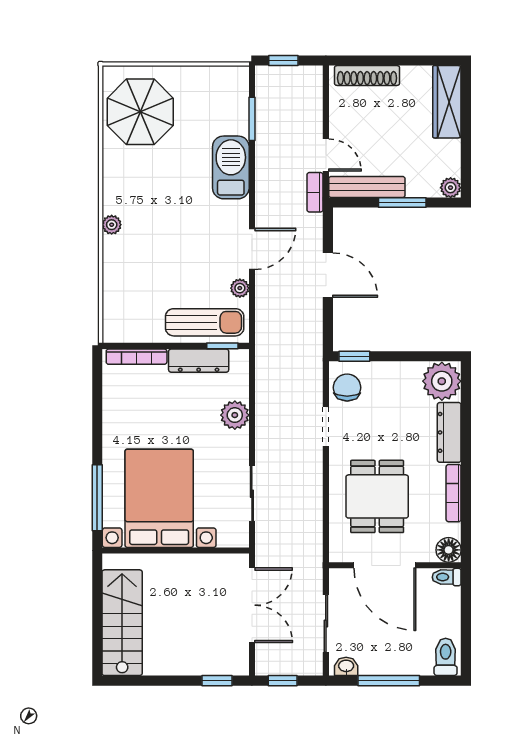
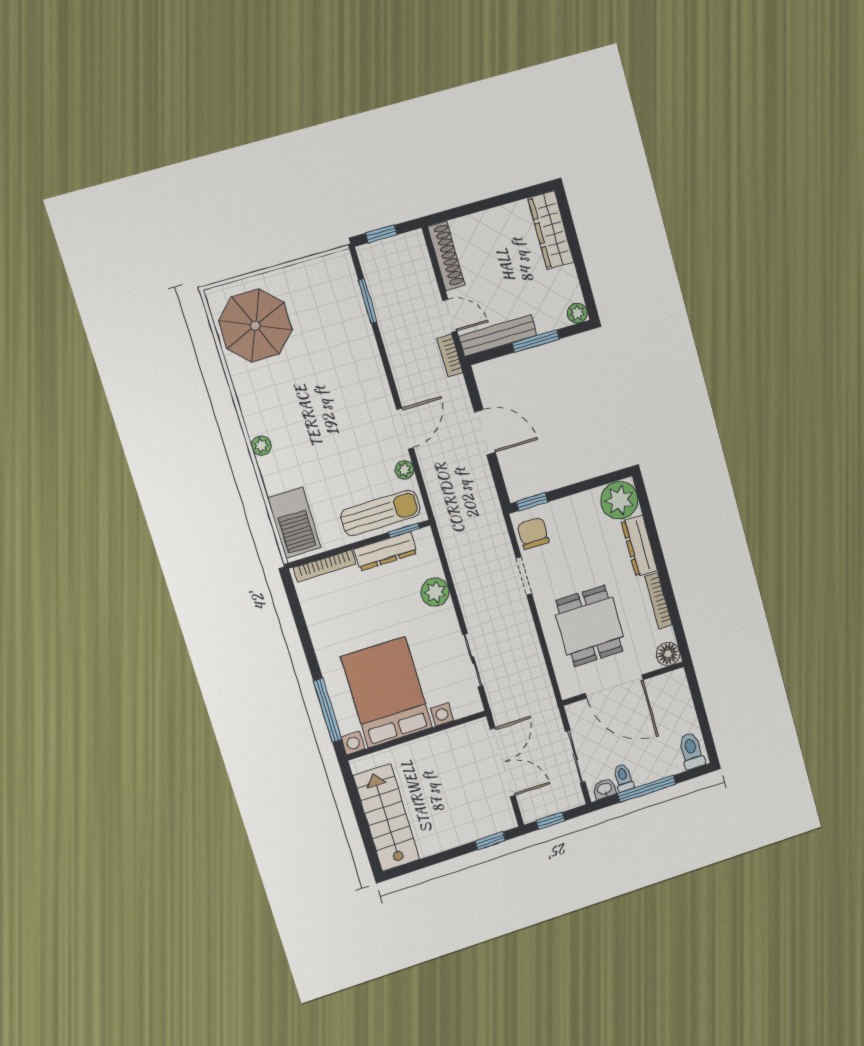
shoe rack: (367, 76) -> (446, 256), moved, turned -90
barbecue: (231, 167) -> (294, 523), moved, turned 180
toilet: (447, 577) -> (623, 778), moved, turned 90

